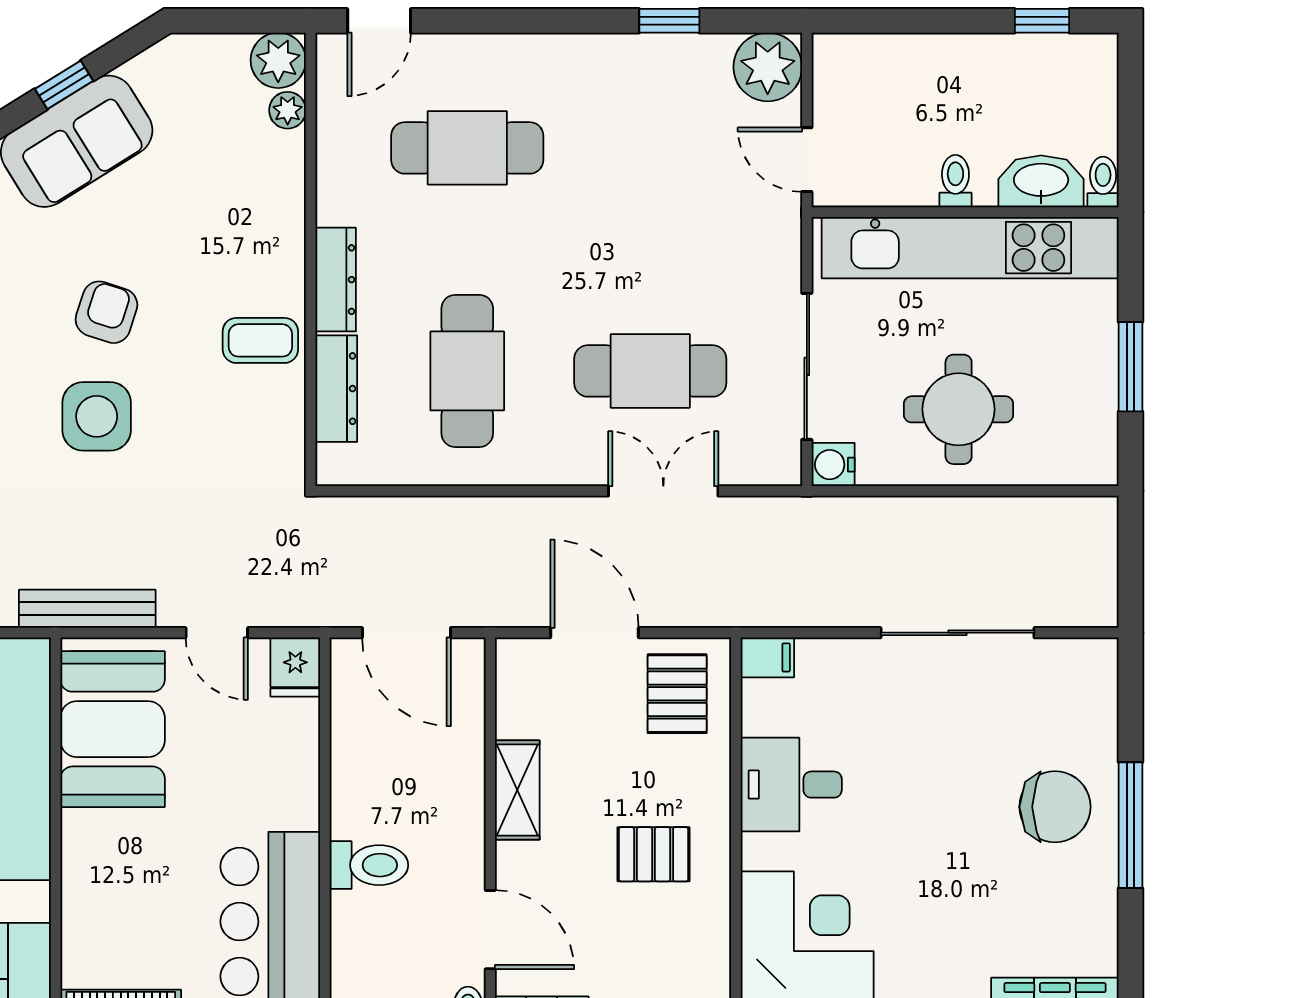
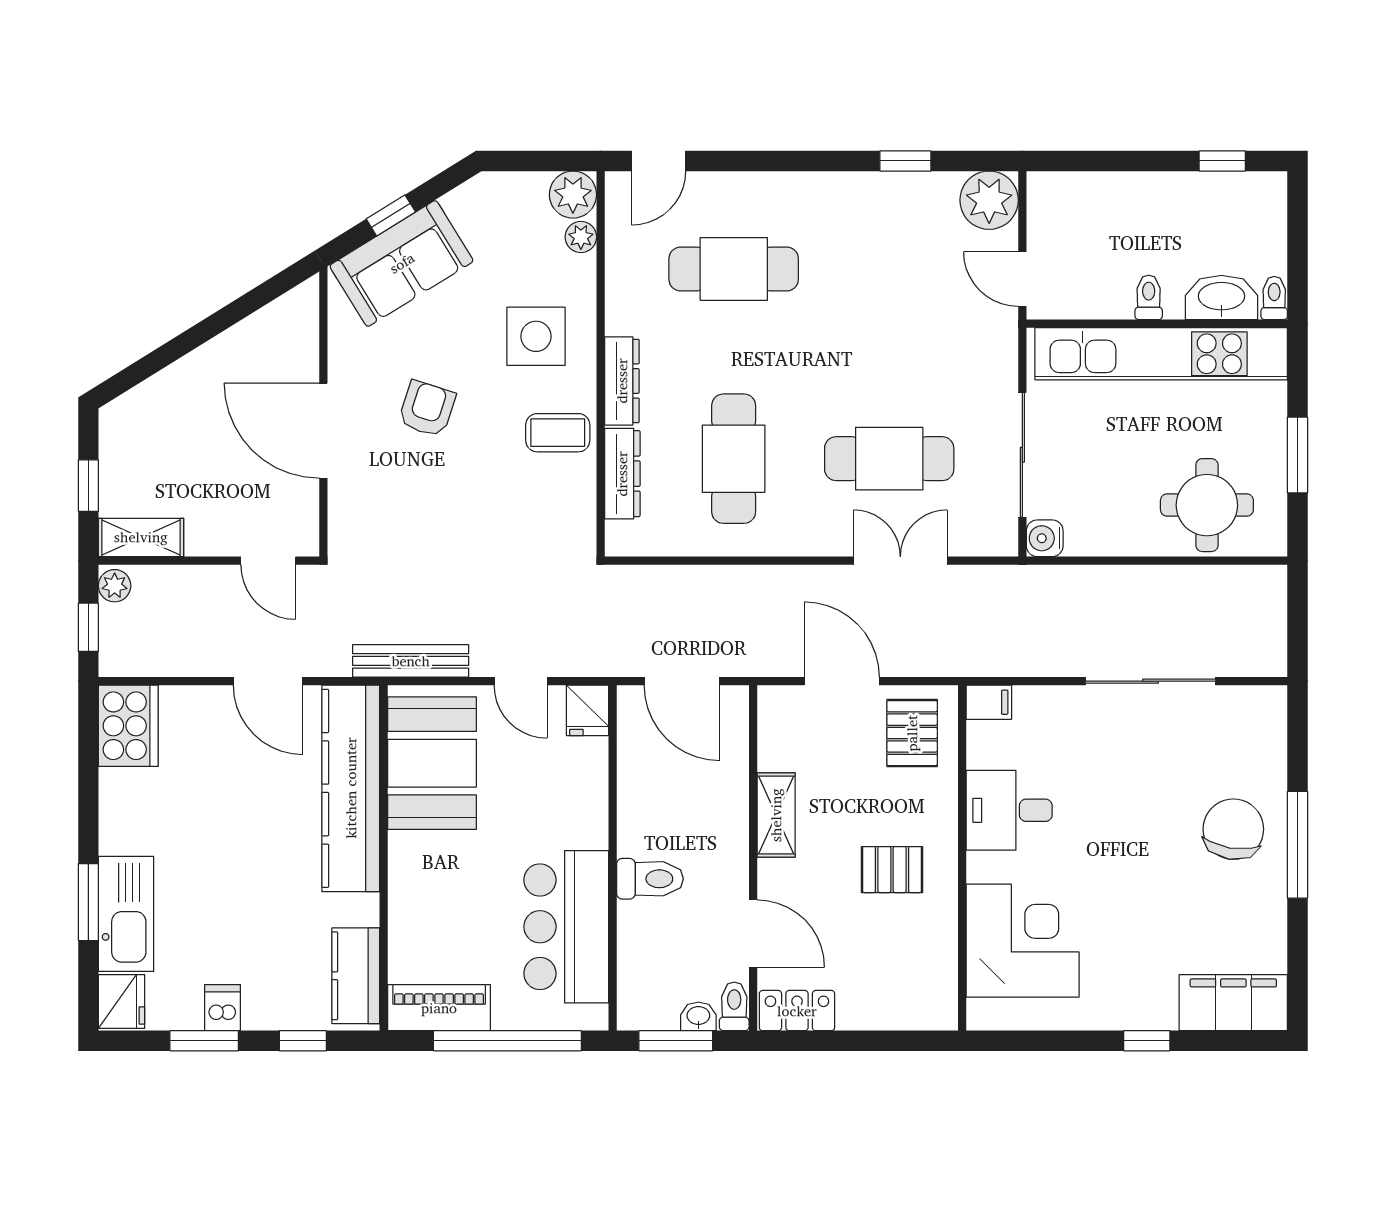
round table: (959, 409) -> (1207, 505), moved
side table: (97, 416) -> (536, 336), moved
chair: (1055, 807) -> (1233, 829), turned -81

